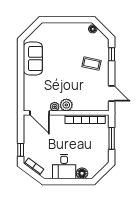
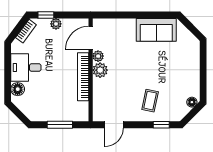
bookcase: (85, 119) -> (83, 77), moved
plant: (28, 142) -> (56, 24), added

